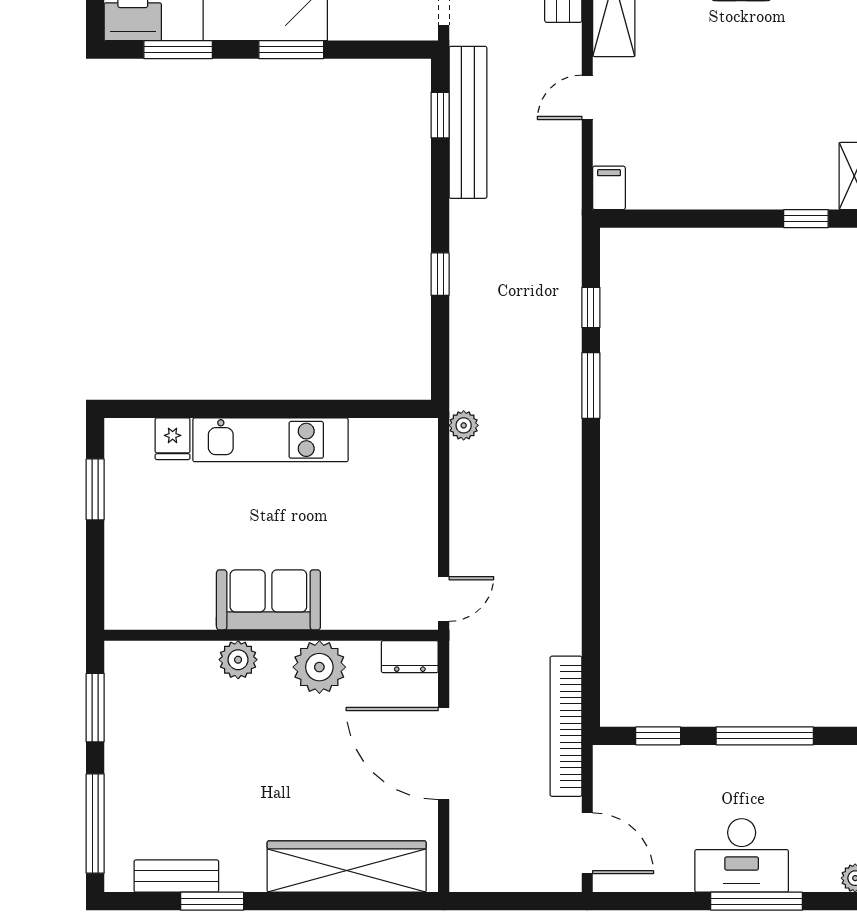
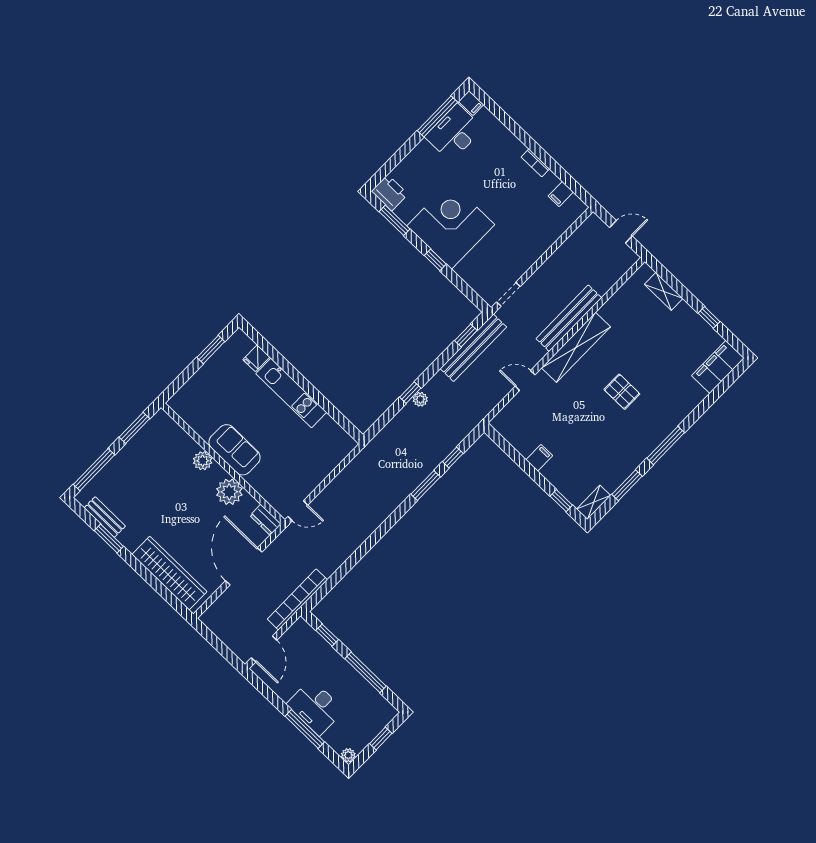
window: (291, 50) -> (435, 260), width x0.67
filing cabinet: (609, 188) -> (539, 458), moved
plant: (464, 425) -> (420, 399), moved

